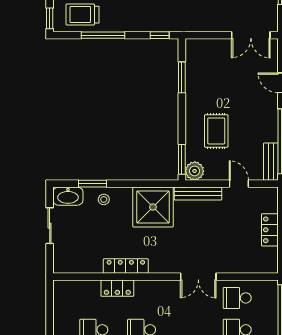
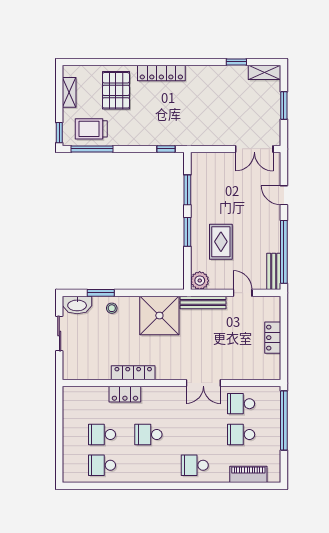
window: (103, 35) -> (92, 149), moved
window: (182, 159) -> (187, 232), moved

